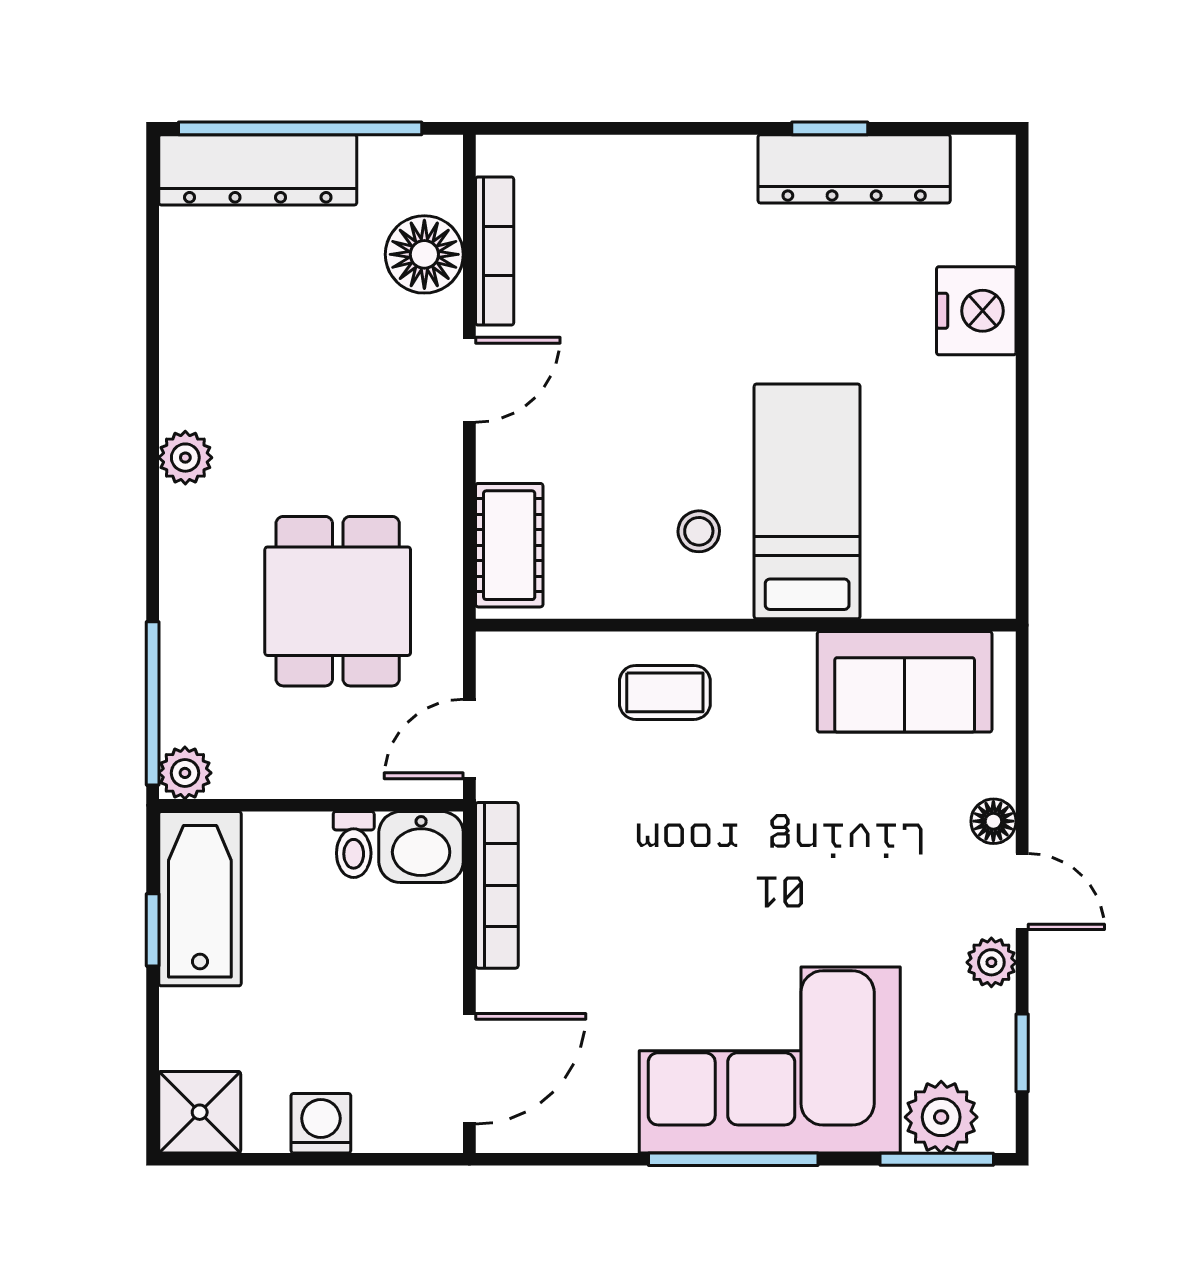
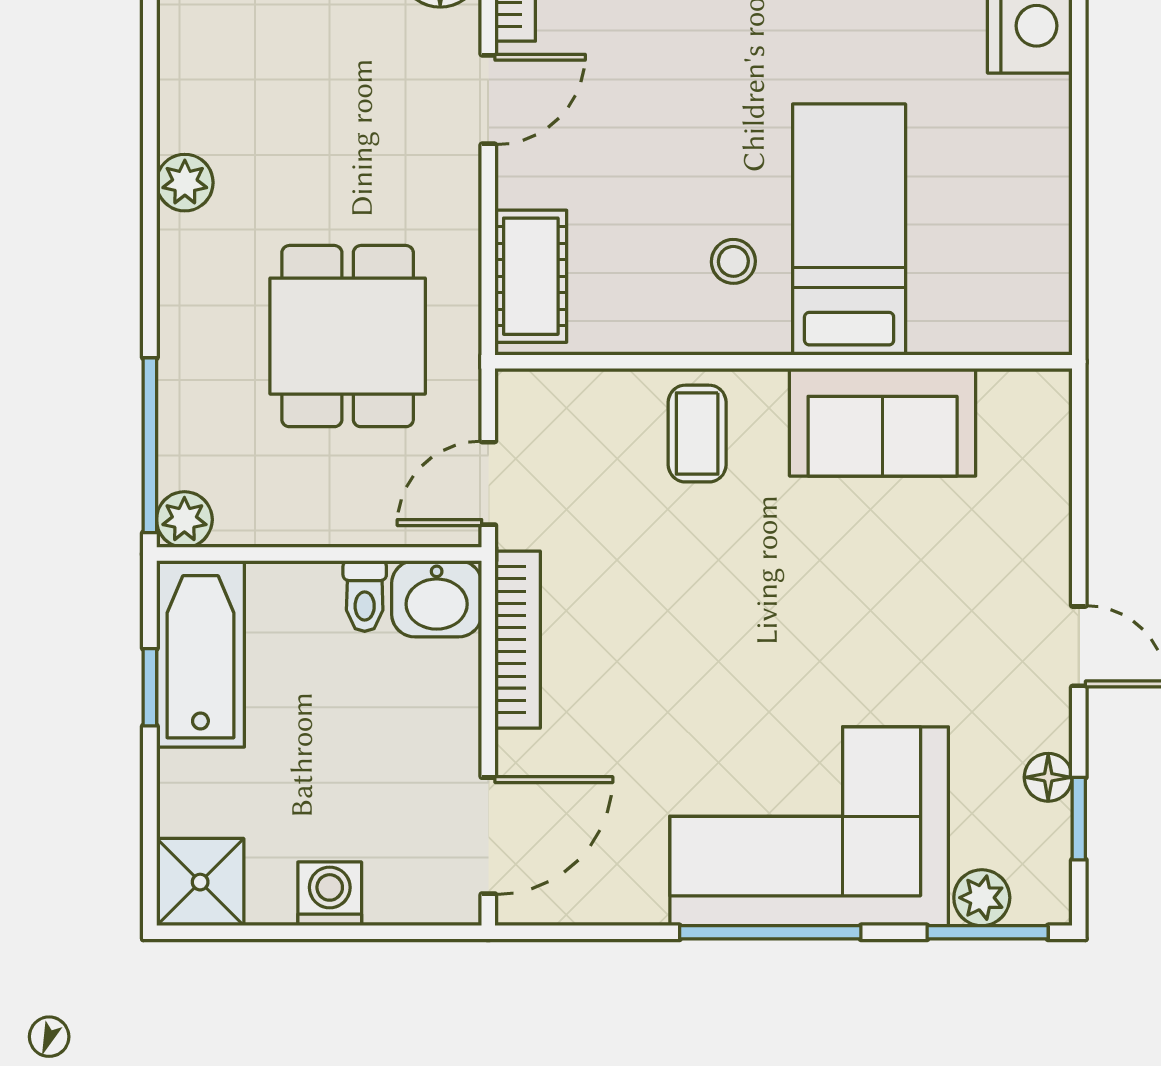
sofa: (905, 682) -> (883, 422), moved
coffee table: (665, 692) -> (697, 434), turned 90
floor lamp: (993, 821) -> (1048, 777), moved
plant: (991, 962) -> (1046, 722), removed
plant: (941, 1117) -> (982, 898), width x0.73, depth x0.73

